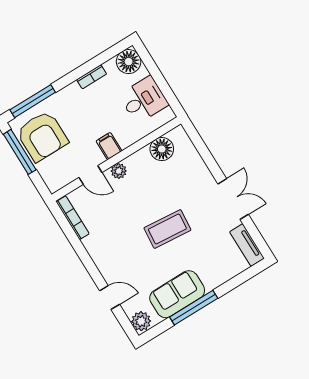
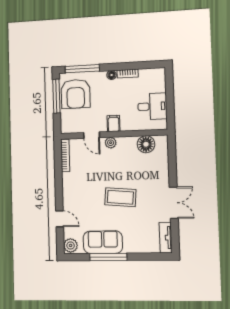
floor lamp: (129, 62) -> (112, 75), moved, width x0.53, depth x0.53

